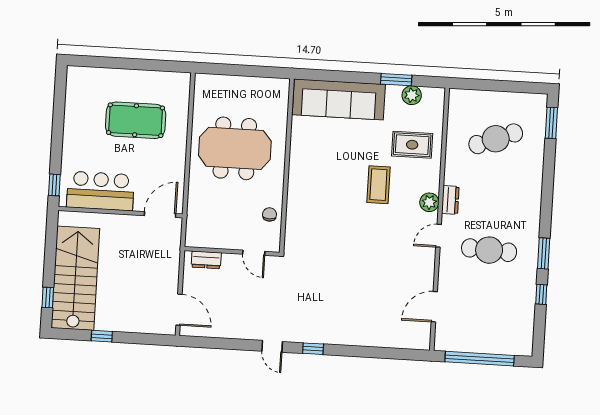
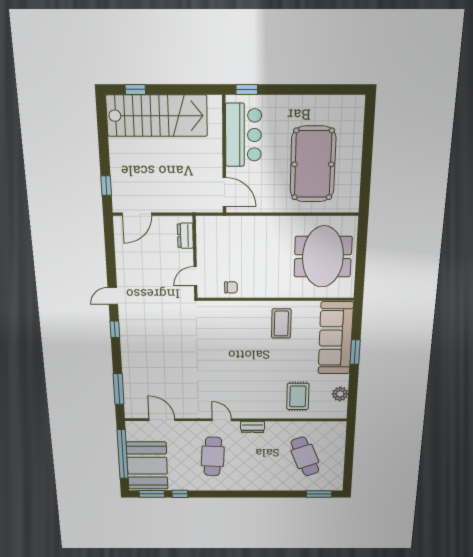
window: (396, 80) -> (355, 352), moved
pool table: (136, 120) -> (313, 164), width x1.36, depth x1.32
meeting table: (235, 148) -> (323, 257), moved
coffee table: (378, 185) -> (281, 323), moved, turned 90
plant: (429, 202) -> (250, 412), removed
window: (544, 253) -> (152, 494), moved
booth: (498, 331) -> (147, 466), added
window: (102, 336) -> (106, 186), moved
window: (390, 353) -> (119, 389), added

